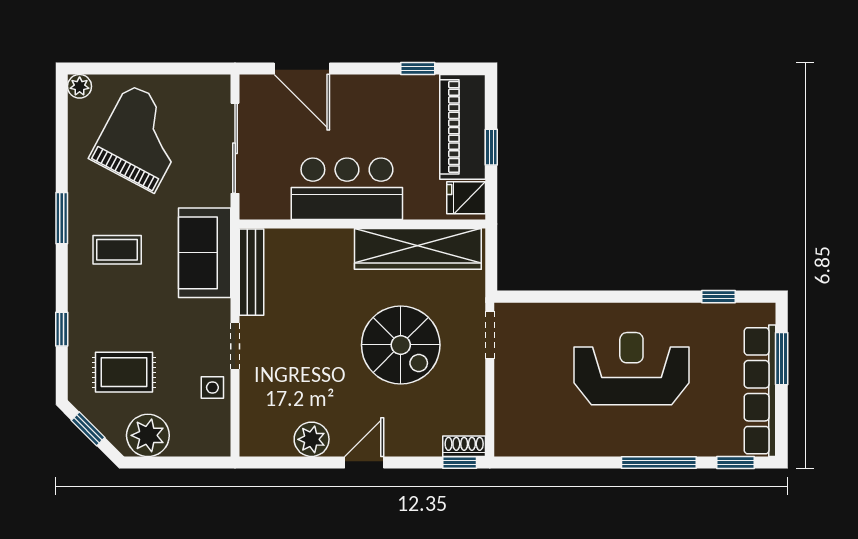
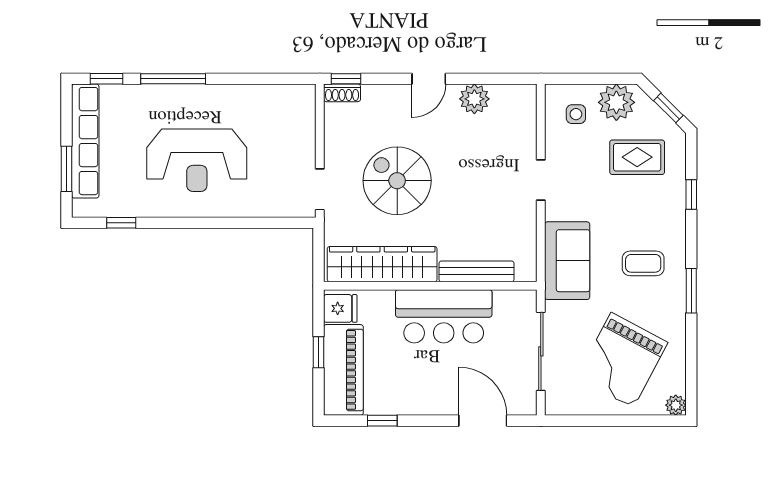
bench: (252, 272) -> (476, 271), moved, turned 90
side table: (212, 387) -> (576, 114), moved

